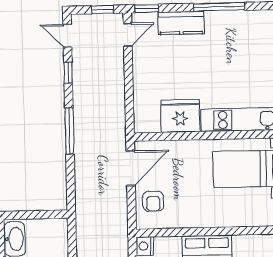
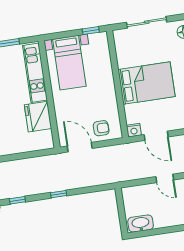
window: (69, 131) -> (59, 194), width x0.46

